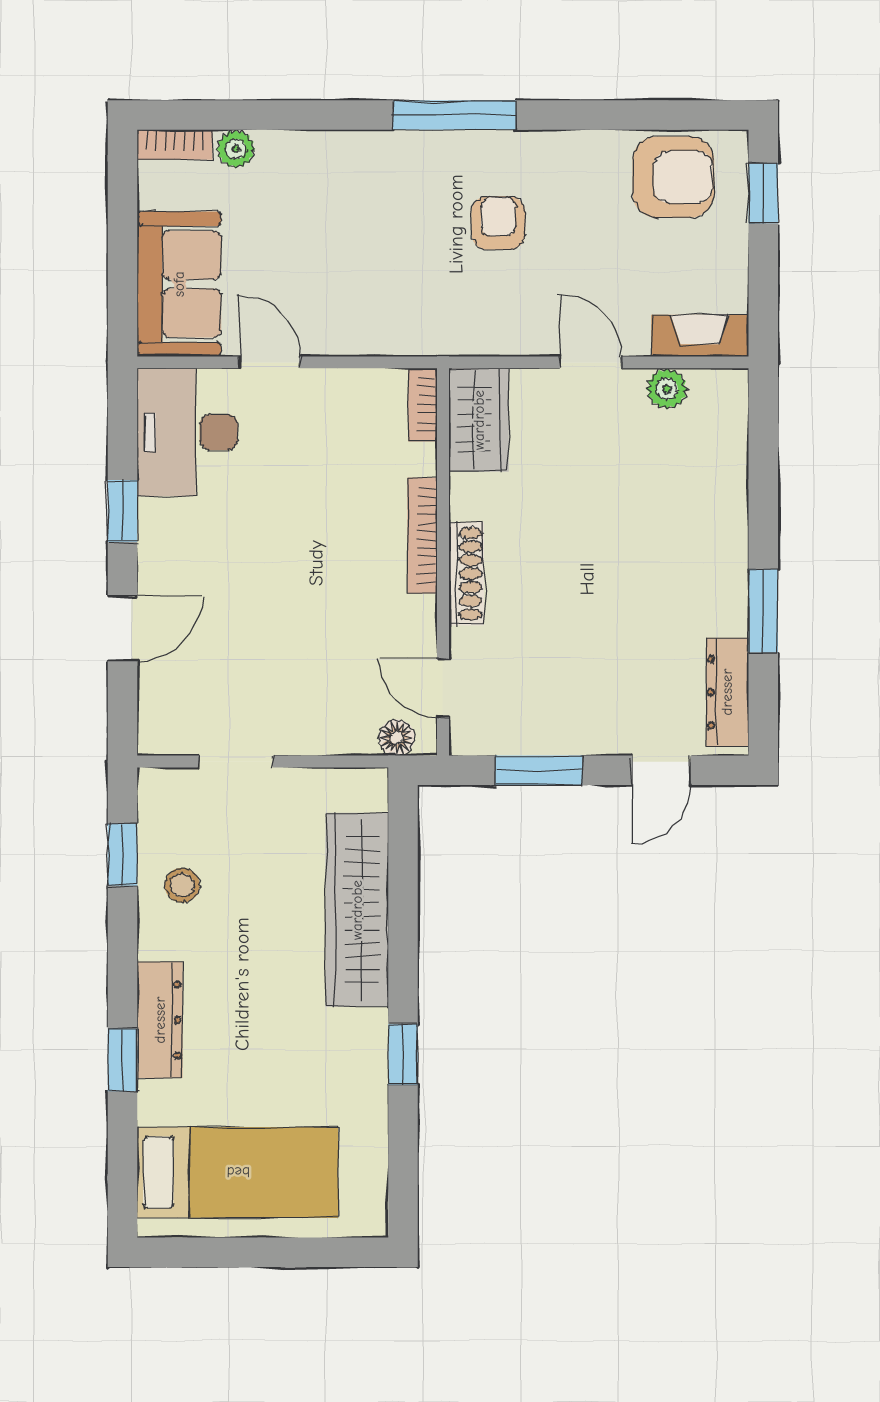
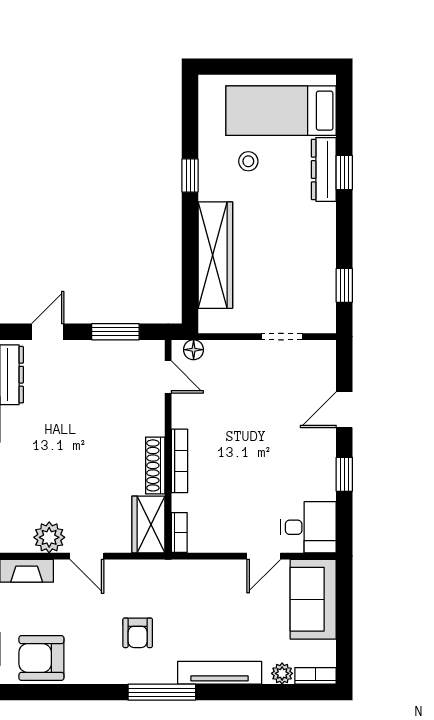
tv unit: (349, 150) -> (220, 673), added
door: (269, 362) -> (264, 556), hinge flipped
plant: (667, 389) -> (49, 537), width x1.38, depth x1.38
desk: (188, 432) -> (309, 527), width x0.73
shoe rack: (466, 574) -> (155, 465), moved
stool: (182, 885) -> (248, 161), moved
dresser: (160, 1020) -> (324, 169), moved

